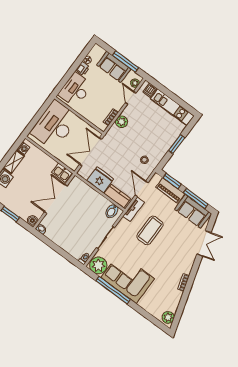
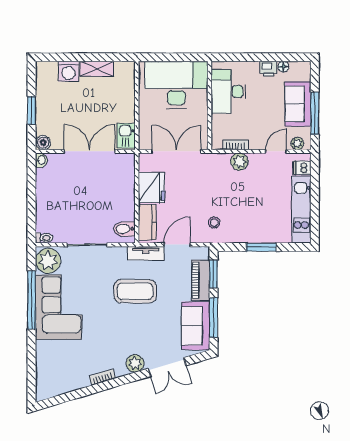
desk: (75, 90) -> (228, 92), moved, turned -90
washing machine: (23, 148) -> (122, 68), removed
plant: (168, 317) -> (135, 363), moved

